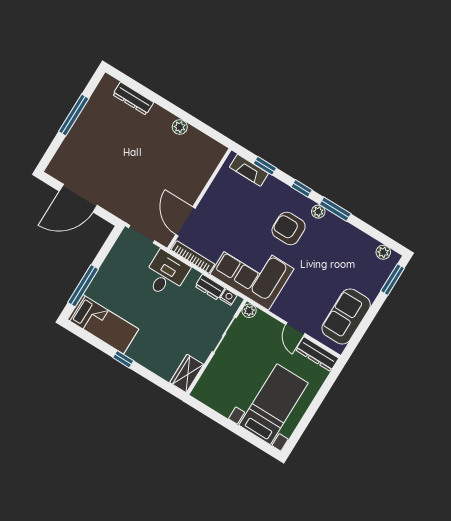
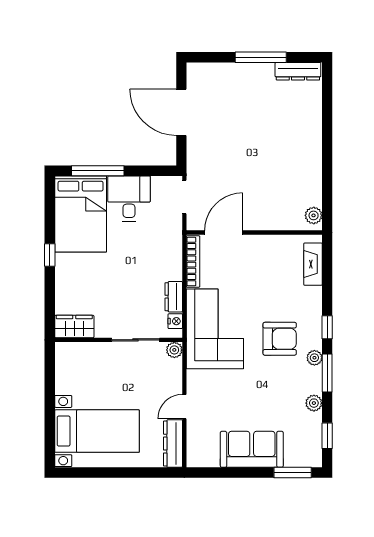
dresser: (133, 99) -> (298, 71), moved, turned -90
plant: (180, 127) -> (314, 215), moved
window: (265, 166) -> (327, 436), moved
armchair: (289, 228) -> (280, 339), turned 90
plant: (383, 252) -> (314, 403), moved
desk: (166, 274) -> (129, 199), moved, turned -90
sofa: (346, 316) -> (252, 449), moved
bed: (103, 324) -> (81, 214), width x1.50

